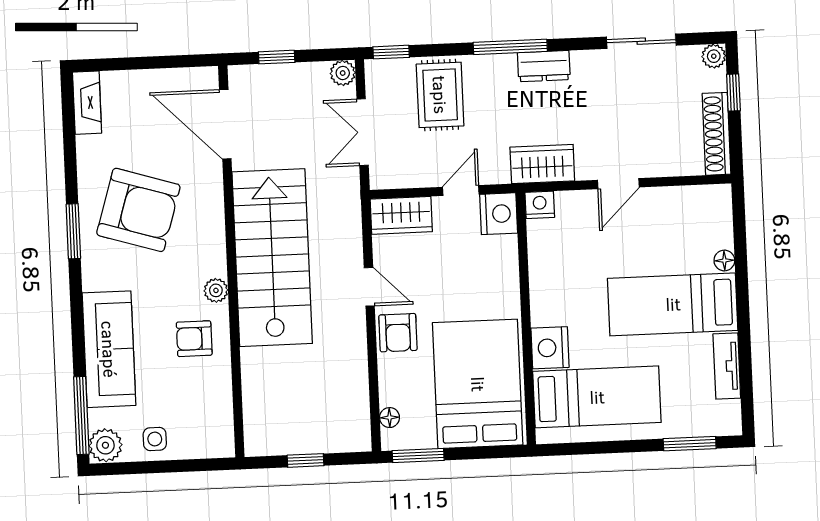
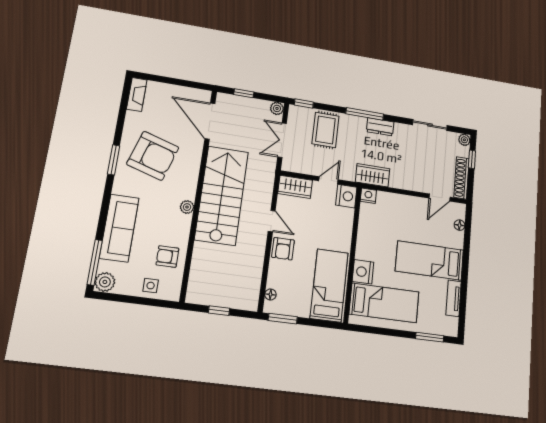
door: (618, 184) -> (440, 198), moved
floor lamp: (724, 261) -> (460, 225), moved
armchair: (194, 339) -> (167, 256), moved
bed: (478, 384) -> (329, 285), width x0.67
side table: (155, 439) -> (151, 286), moved

